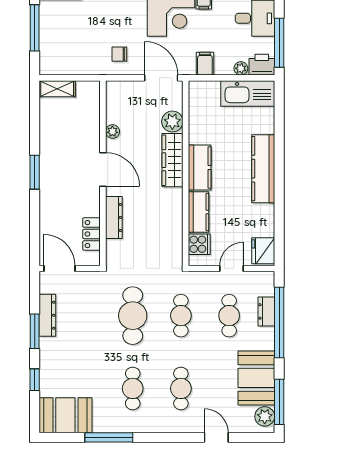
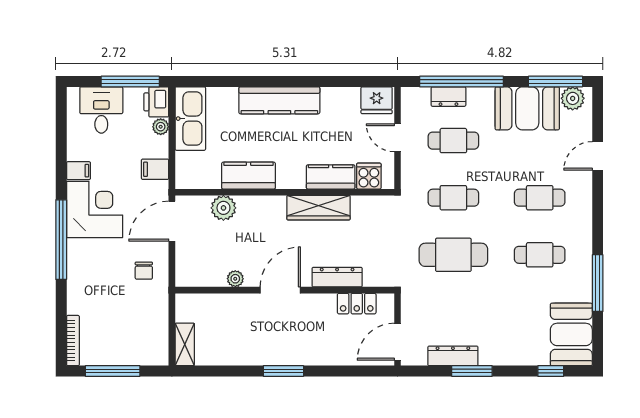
wardrobe: (173, 160) -> (318, 208), moved
kitchen counter: (200, 168) -> (248, 176), moved
window: (35, 380) -> (551, 371), moved

